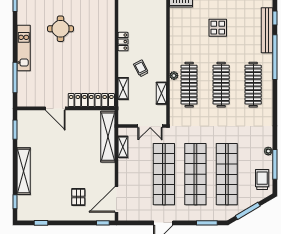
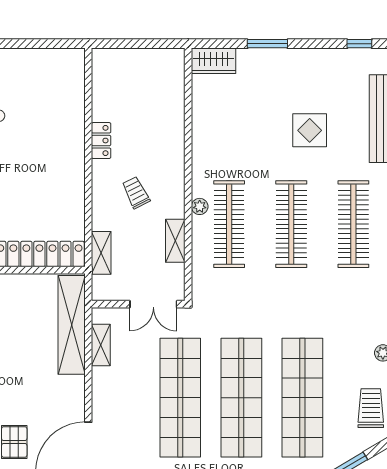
display table: (218, 28) -> (310, 130), moved
shelving: (123, 89) -> (101, 253), moved

